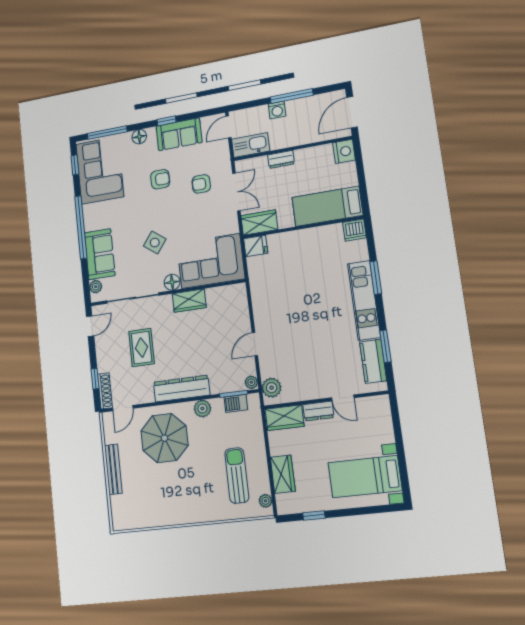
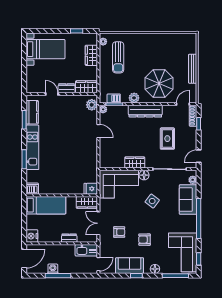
washing machine: (277, 110) -> (53, 269), moved
door: (255, 344) -> (98, 131), hinge flipped

